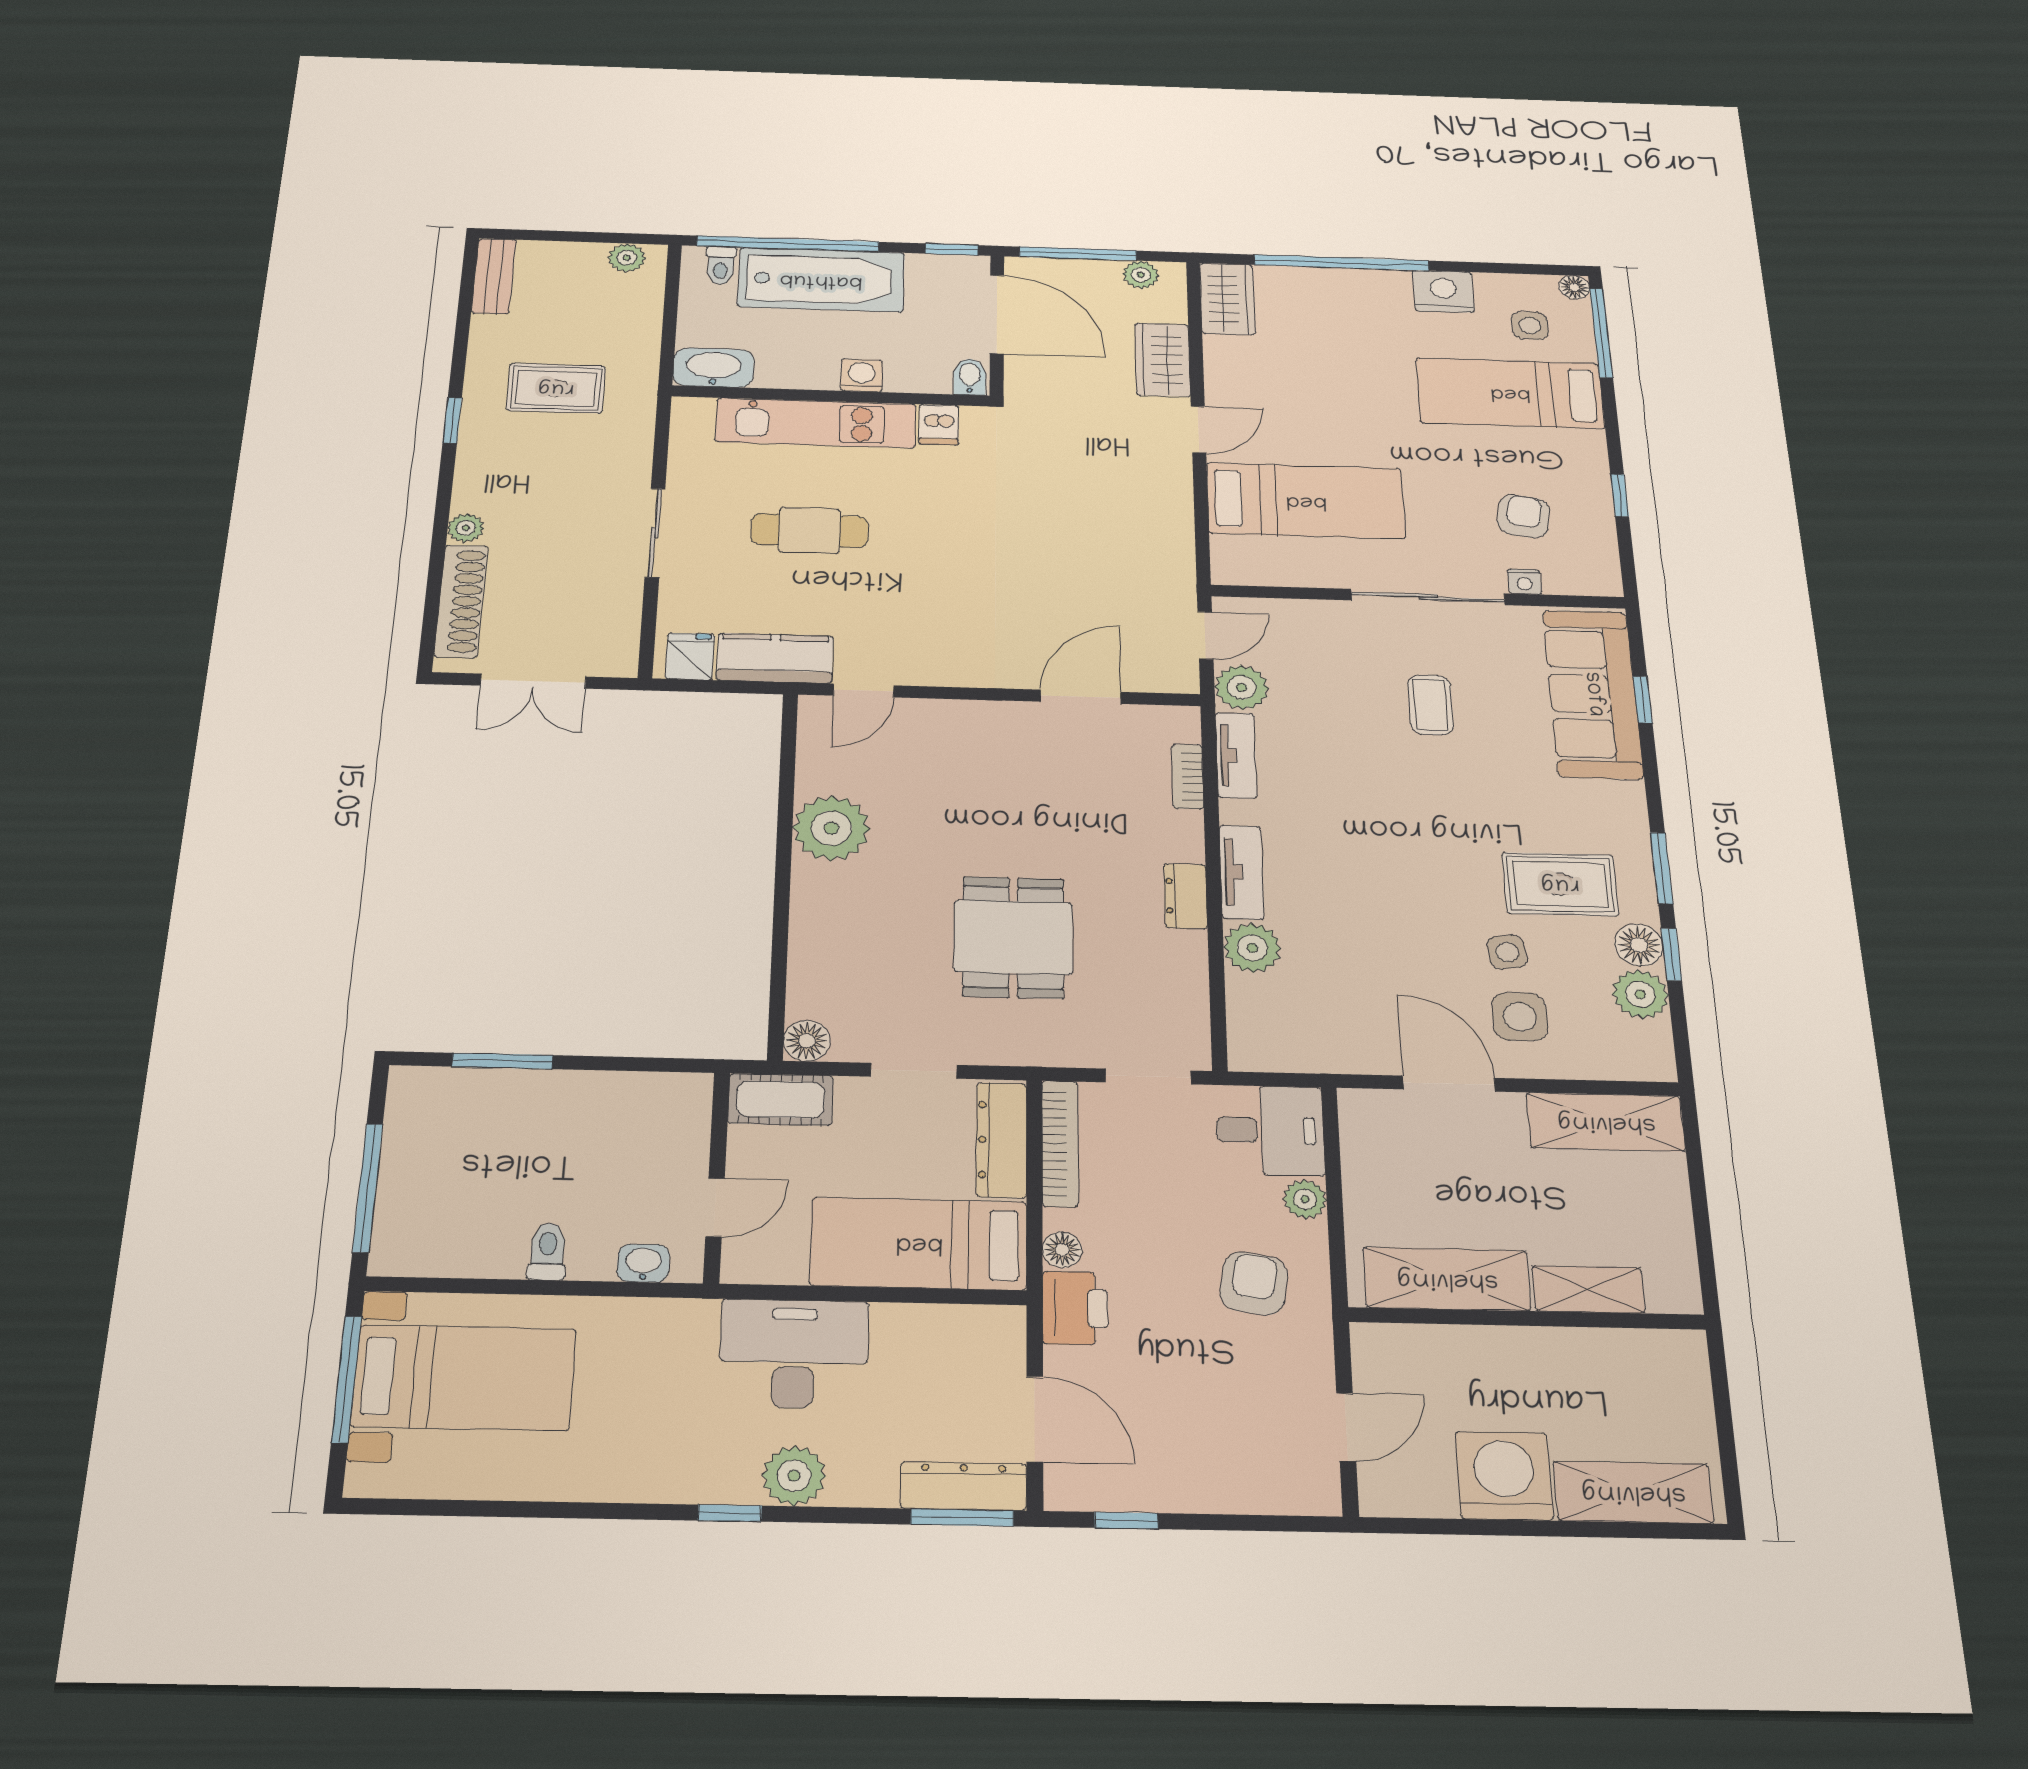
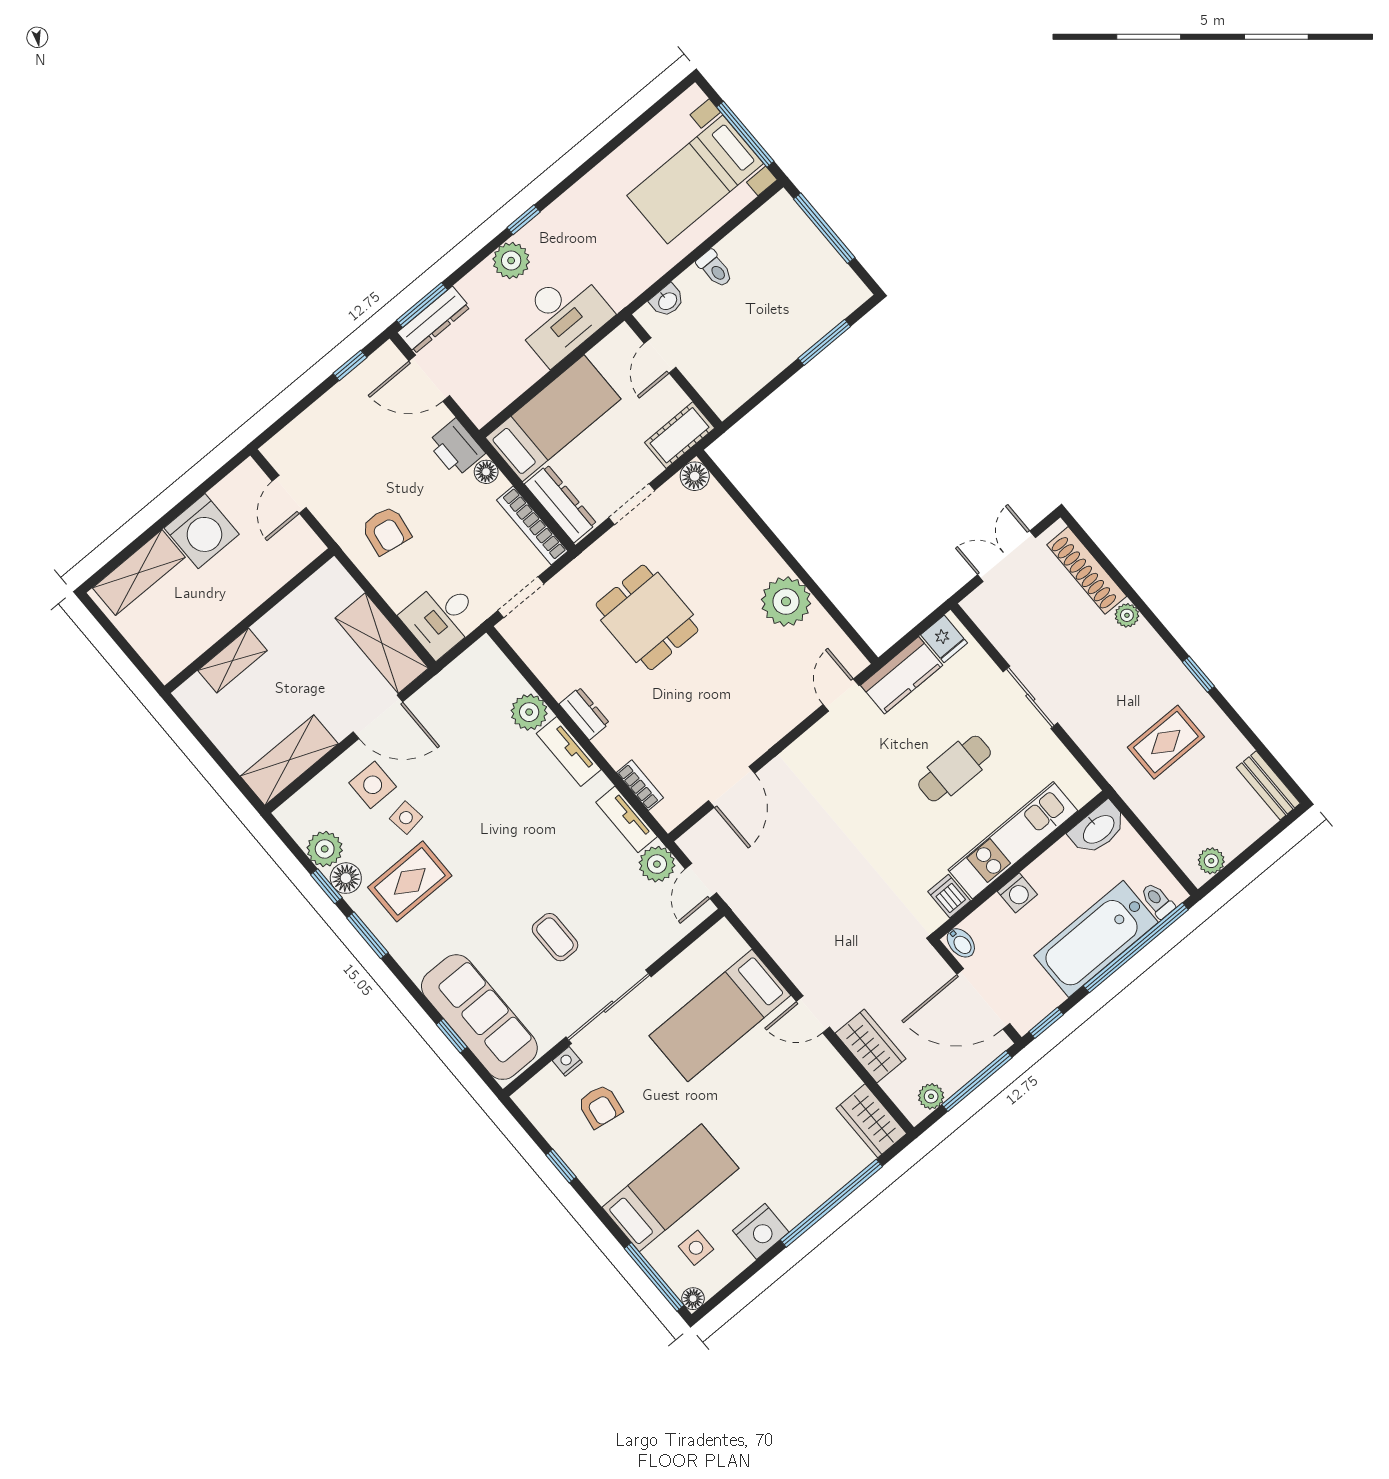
door: (1199, 430) -> (813, 1014), hinge flipped
plant: (1305, 1199) -> (397, 595), removed
shelving: (1447, 1279) -> (382, 643), moved, turned 90

